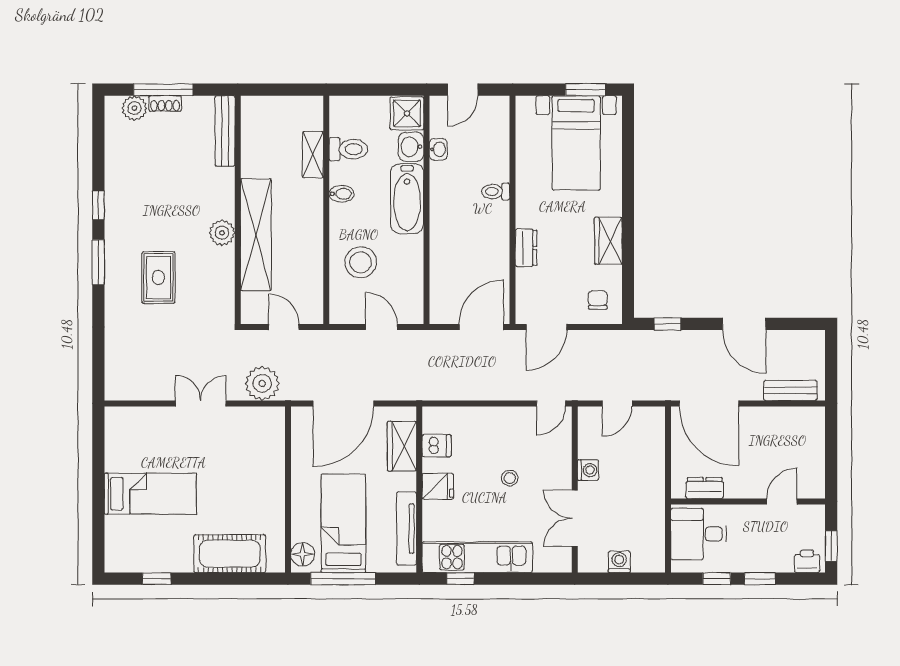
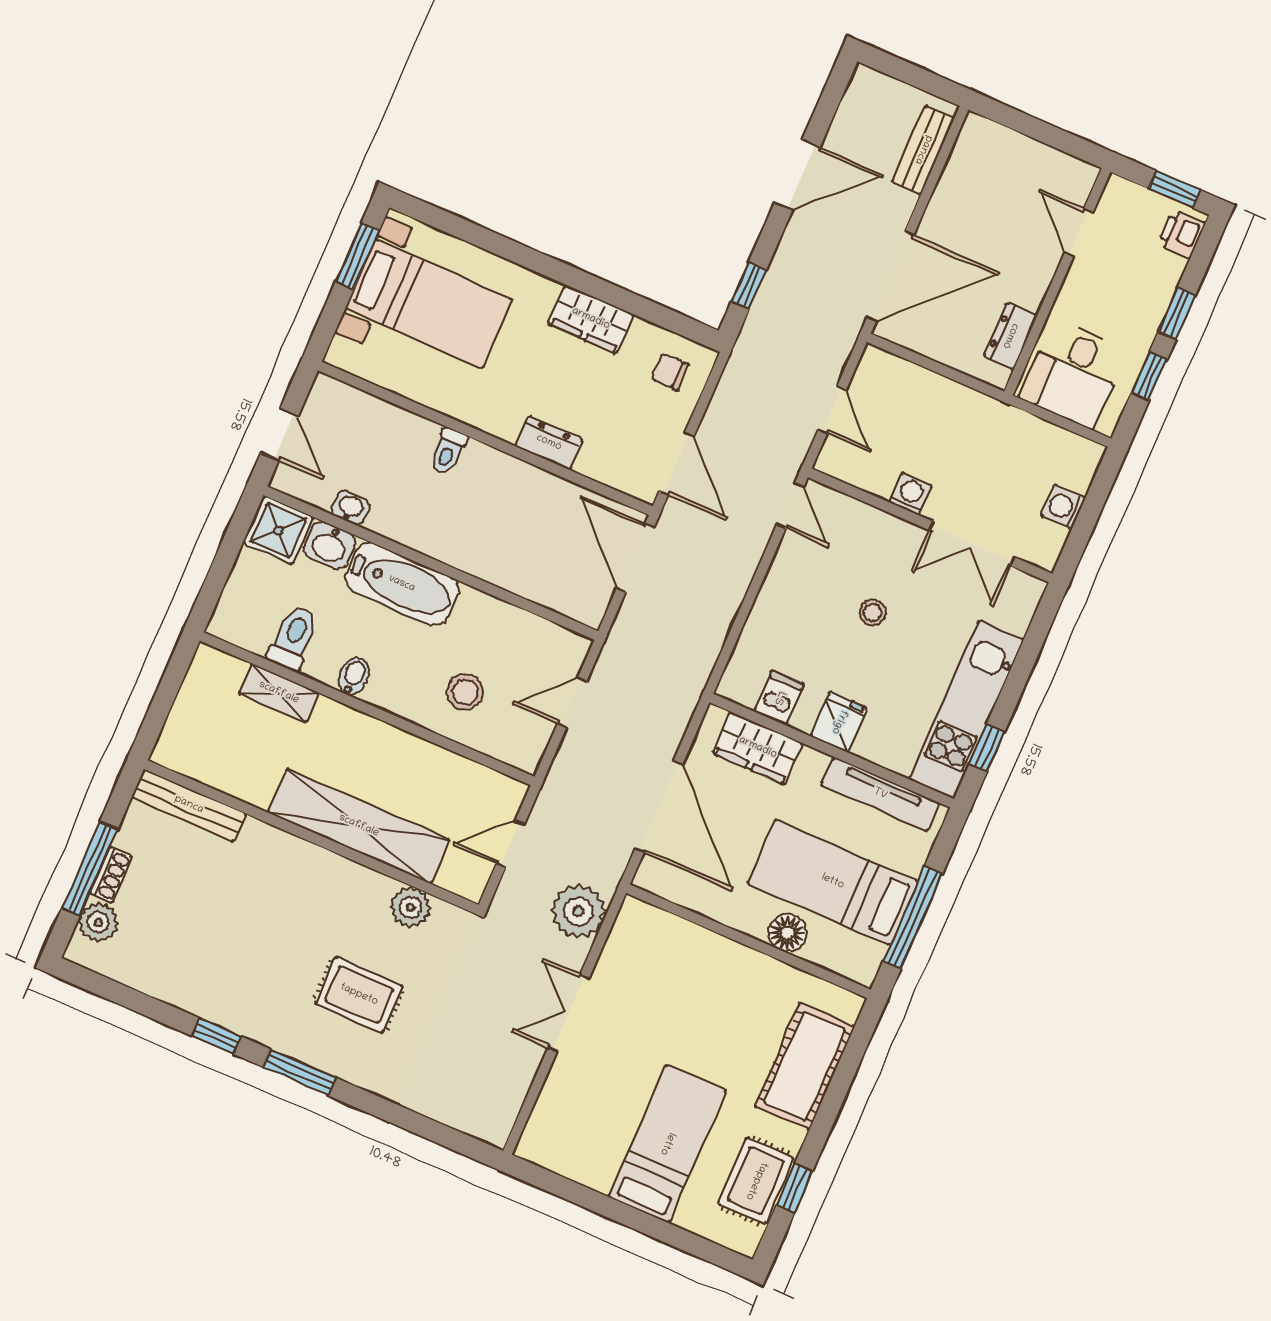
plant: (222, 233) -> (411, 907), moved
stool: (361, 262) -> (465, 692), width x0.73, depth x0.73
rug: (151, 554) -> (756, 1181), added
floor lamp: (303, 554) -> (788, 933), moved

